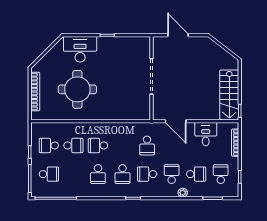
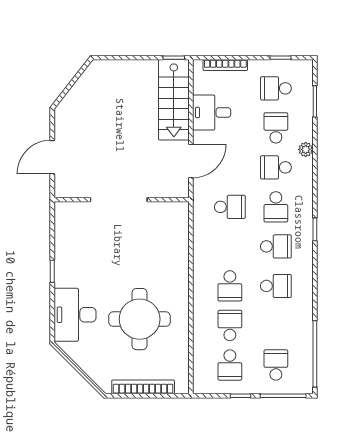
stairs: (229, 95) -> (174, 100), moved, turned 90

